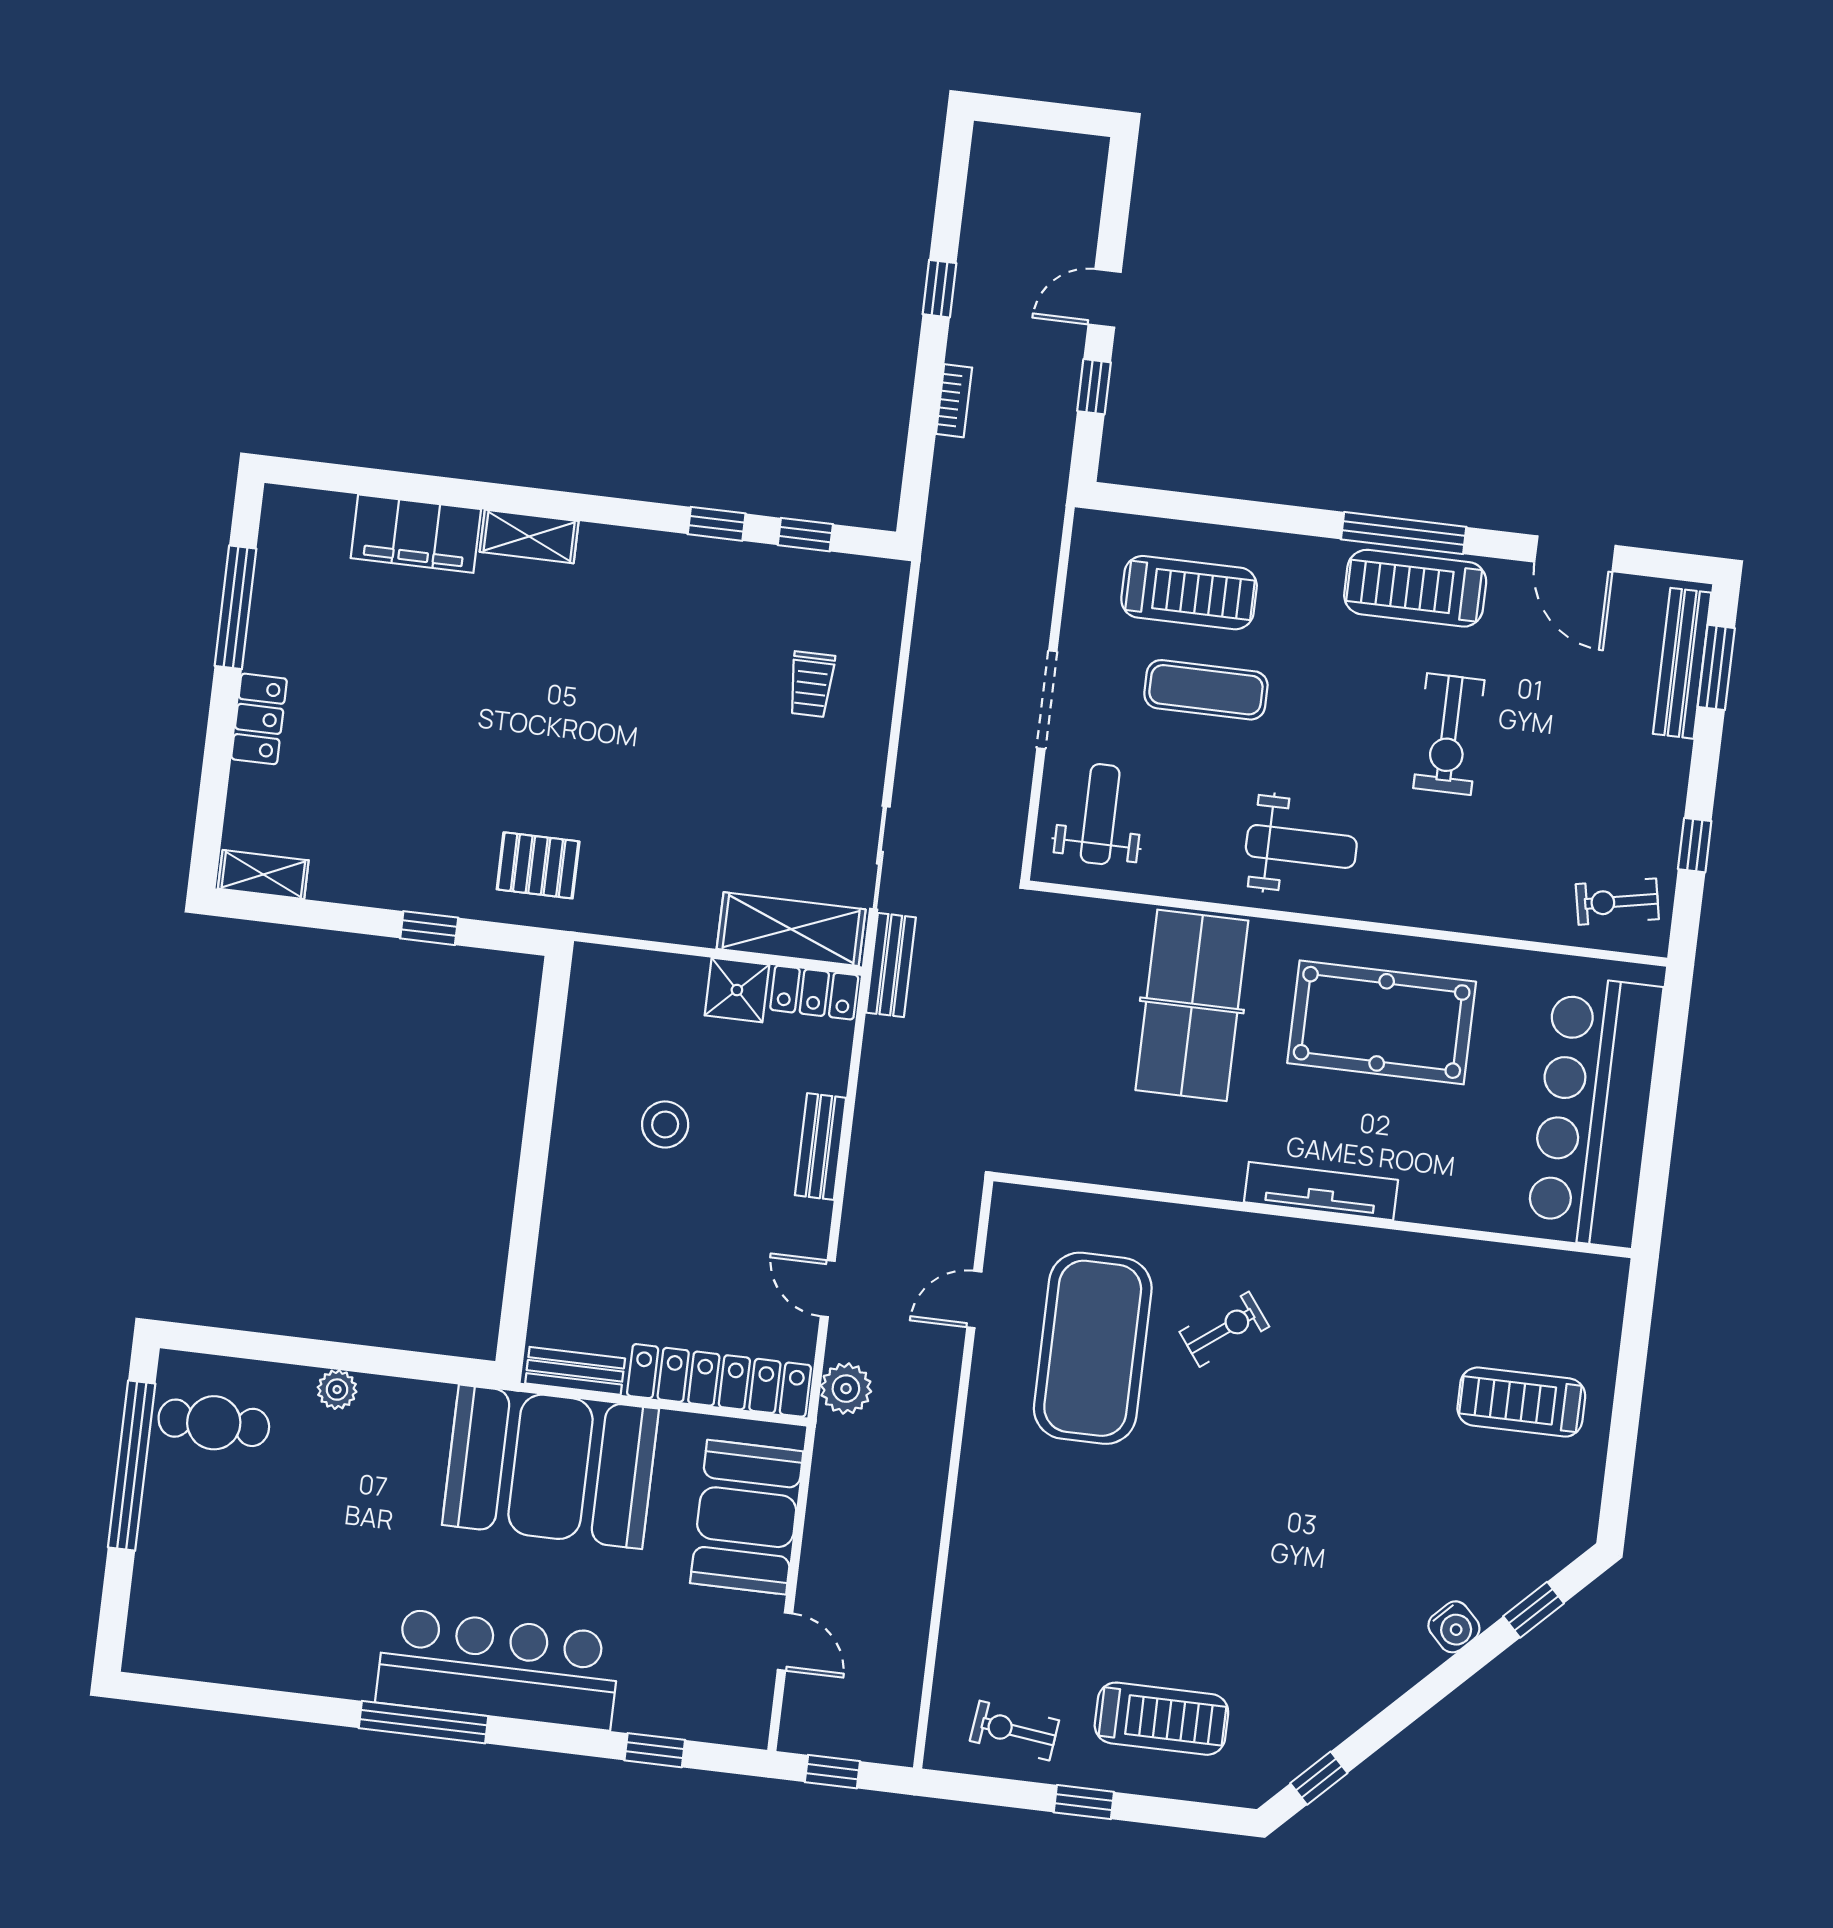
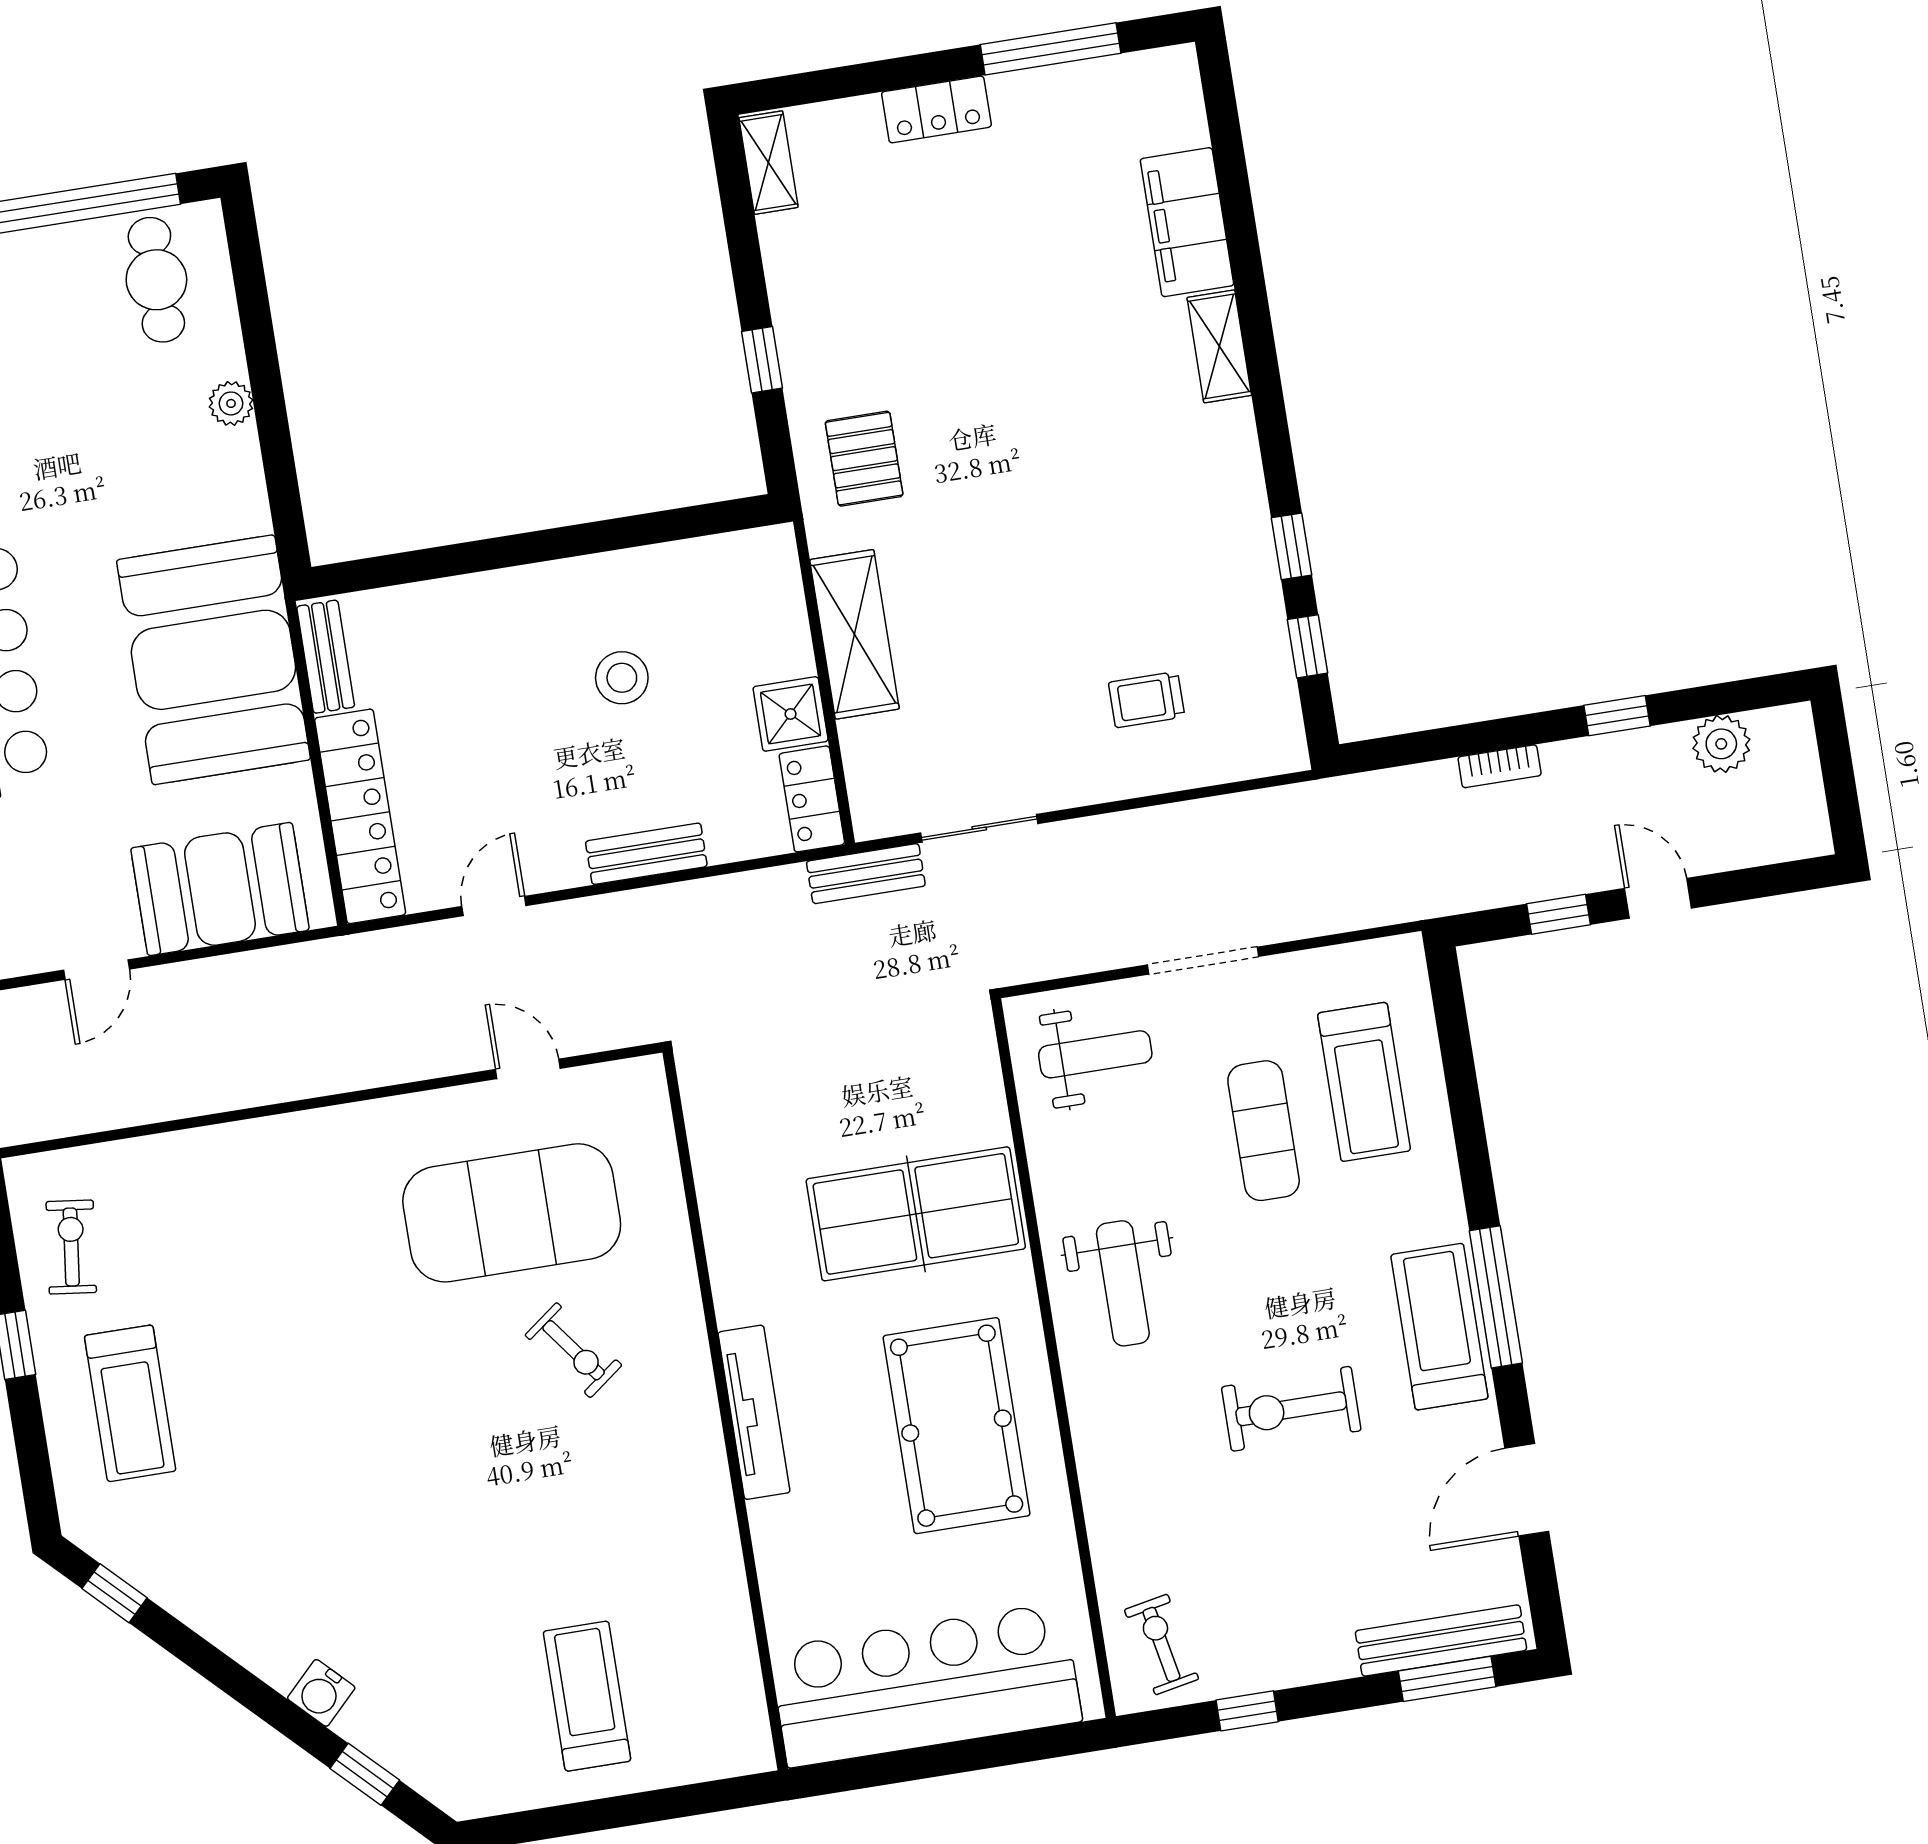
shelving: (791, 929) -> (854, 634), moved
plant: (846, 1389) -> (1721, 744), moved

